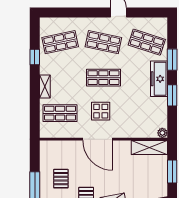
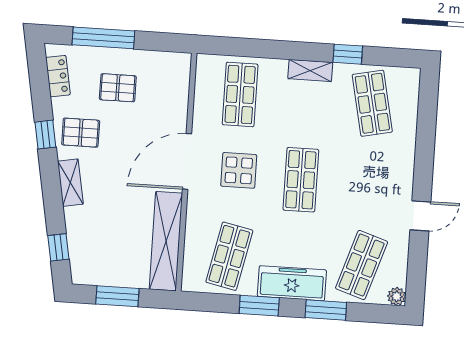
shop shelf: (103, 42) -> (229, 256), moved
shelving: (45, 87) -> (310, 71), moved
plant: (162, 133) -> (397, 296), moved
shelving: (149, 147) -> (166, 241), width x1.47

